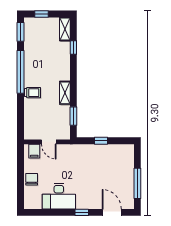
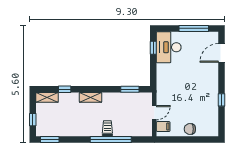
window: (20, 72) -> (111, 140), moved
shelving: (65, 93) -> (91, 97), moved
window: (101, 141) -> (153, 48), moved
desk: (59, 196) -> (169, 47), moved, turned 180
window: (82, 212) -> (221, 100), moved

